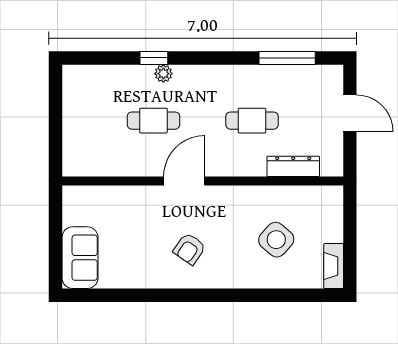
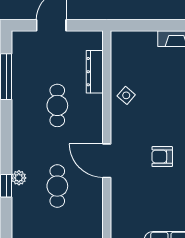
side table: (276, 240) -> (126, 95), moved, width x0.54, depth x0.54
armchair: (189, 249) -> (162, 157), turned 145

